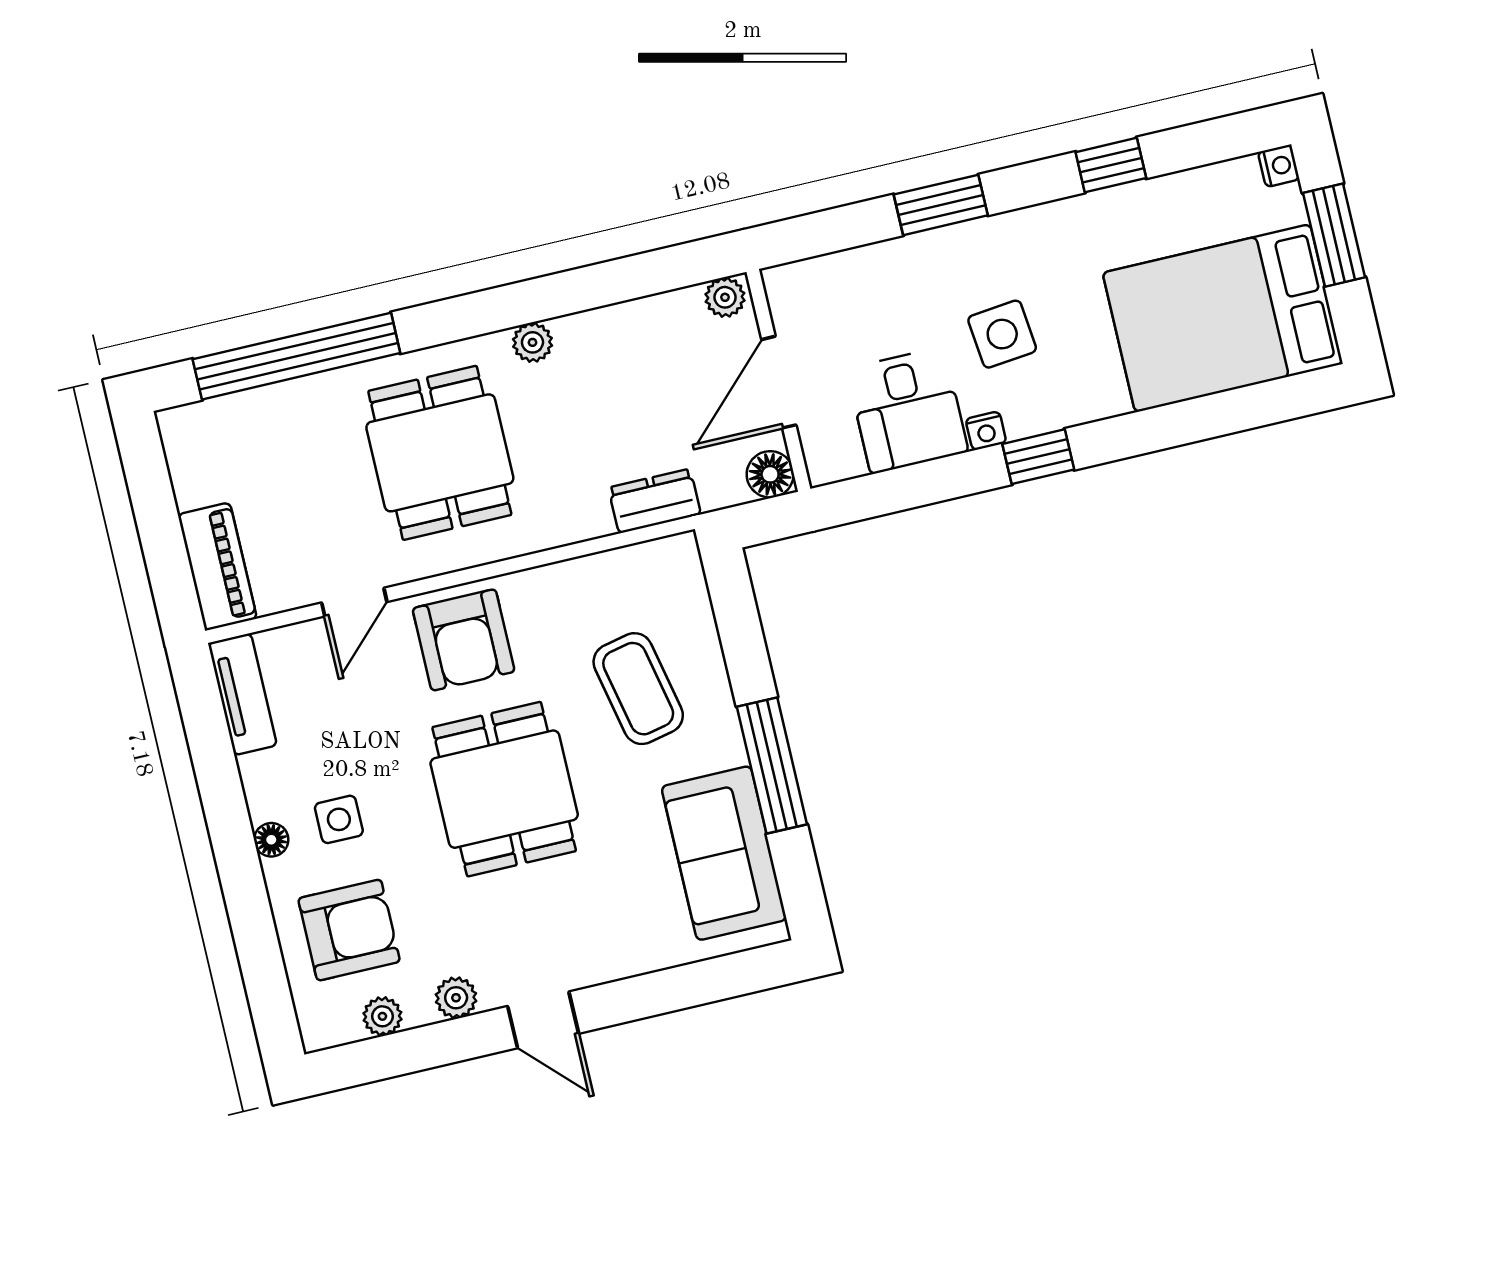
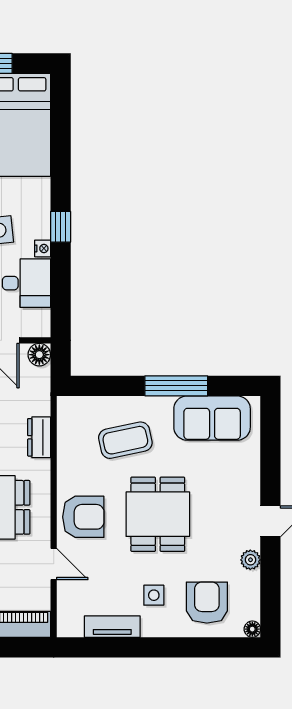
dresser: (655, 501) -> (39, 437), moved
tv unit: (242, 694) -> (112, 627), moved
dining table: (504, 789) -> (158, 514), turned 90
floor lamp: (271, 840) -> (252, 629), moved
plant: (382, 1016) -> (251, 596), removed

